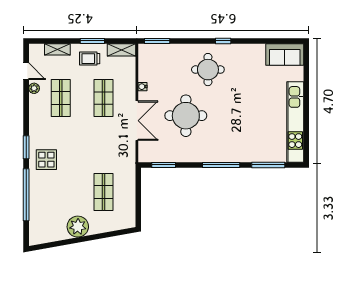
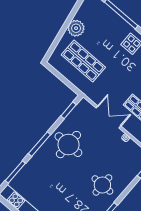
round table: (186, 116) -> (68, 145), moved
double door: (137, 121) -> (108, 117), swing flipped
shop shelf: (103, 192) -> (83, 61), width x1.43, depth x1.36

